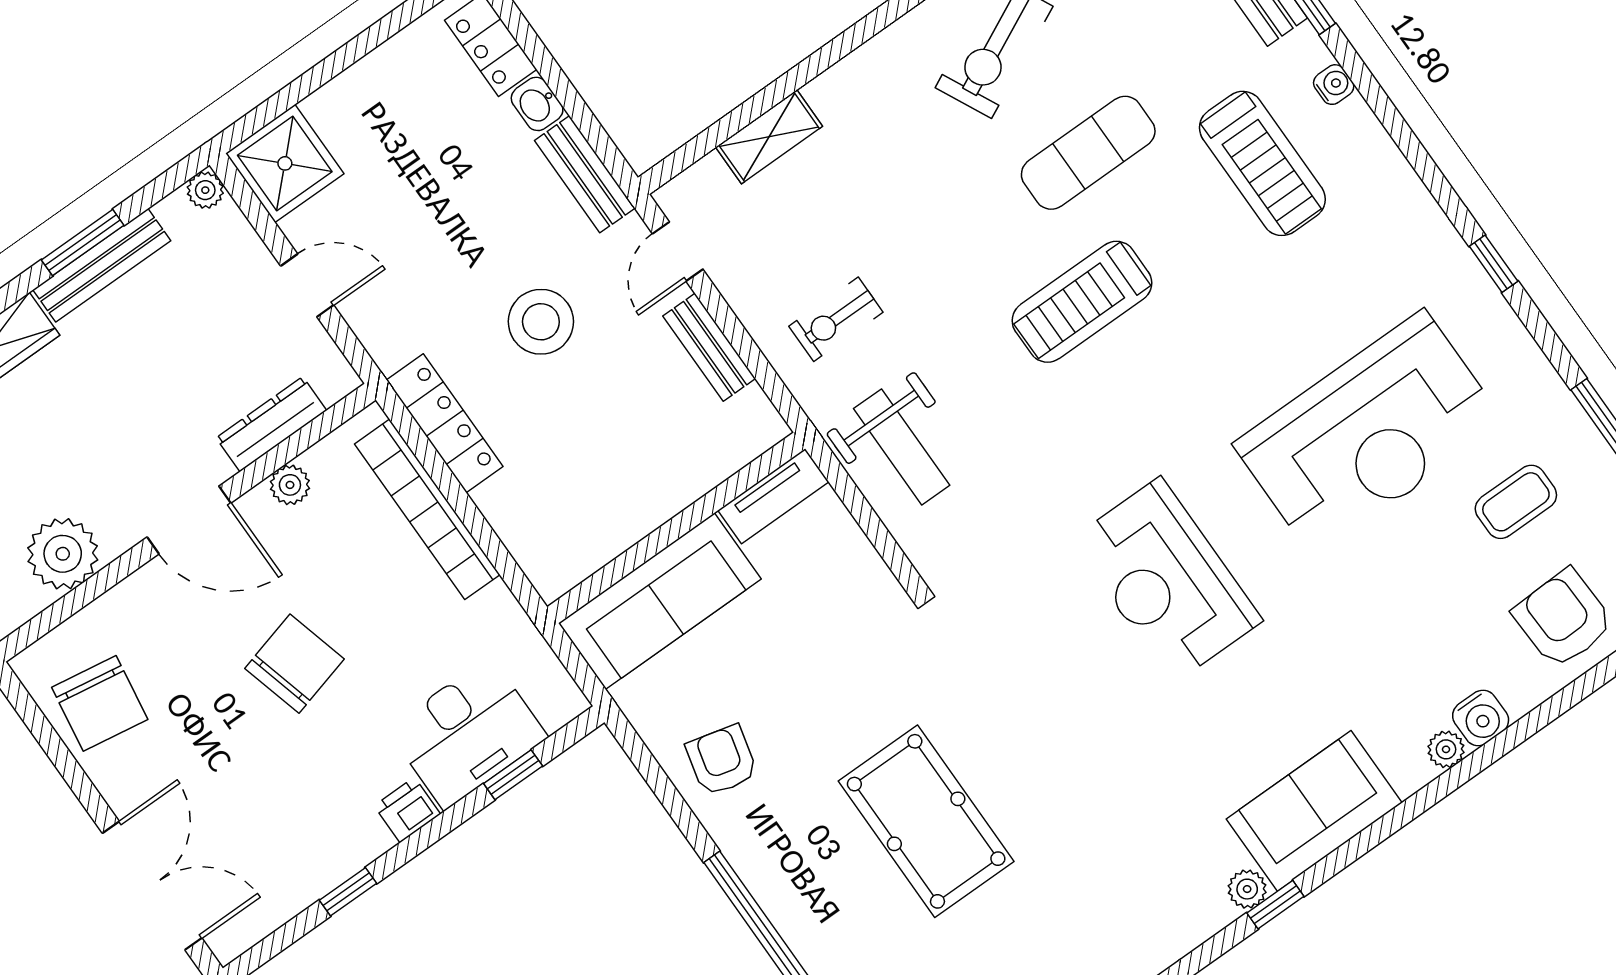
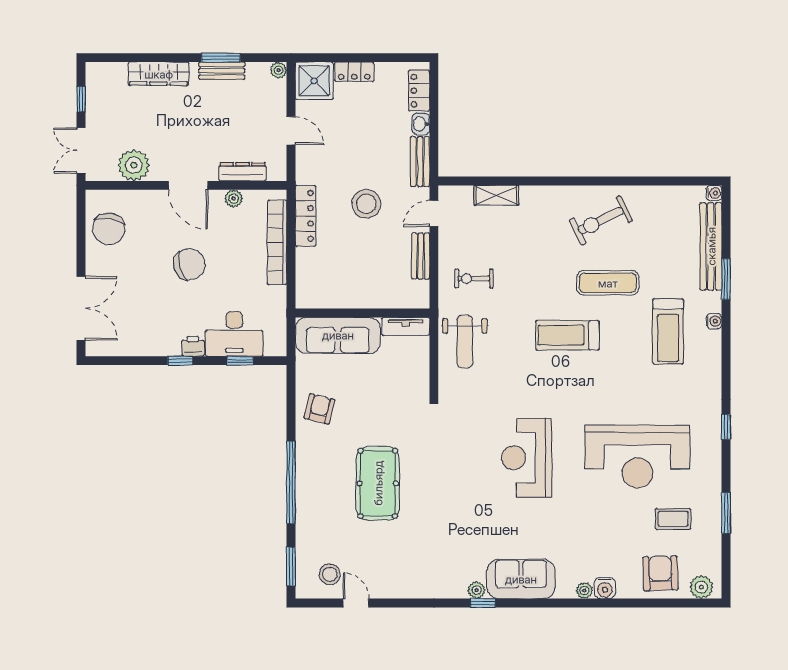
locker: (347, 95) -> (354, 72), added
bench: (102, 265) -> (222, 71), width x0.73
window: (348, 892) -> (180, 361), moved

